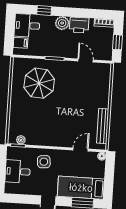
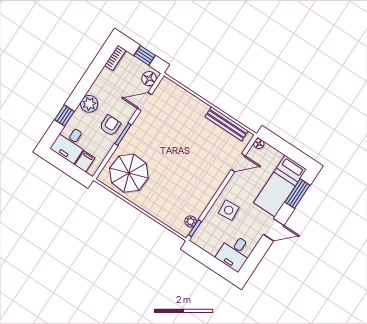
printer: (79, 25) -> (102, 87), removed
armchair: (55, 46) -> (110, 125), added
floor lamp: (103, 54) -> (149, 79), added
parasol: (39, 83) -> (129, 173), moved
door: (81, 149) -> (238, 163), swing flipped
desk: (18, 171) -> (235, 252), moved

